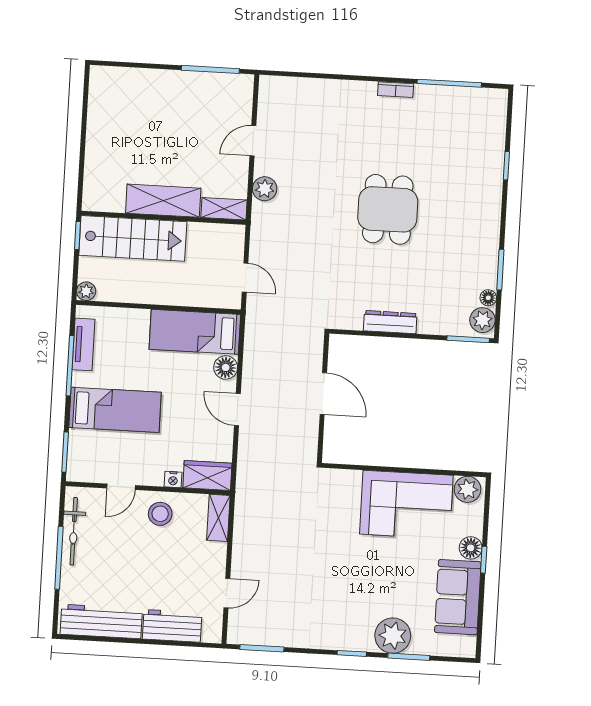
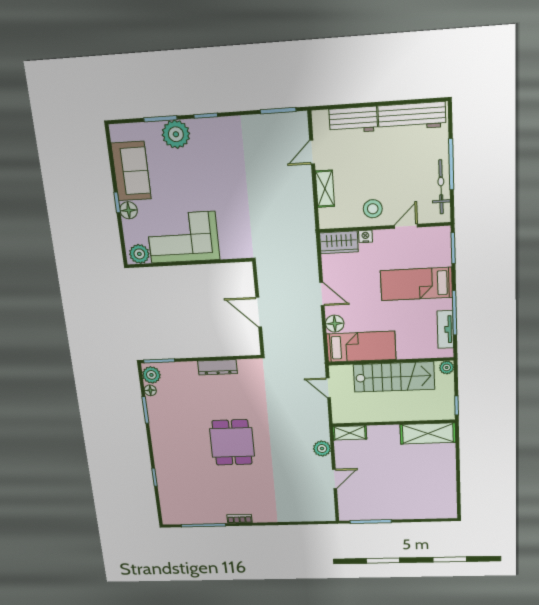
shelving: (163, 201) -> (428, 433), moved
stairs: (133, 238) -> (394, 377), moved, turned 180
shelving: (218, 518) -> (325, 189), moved

